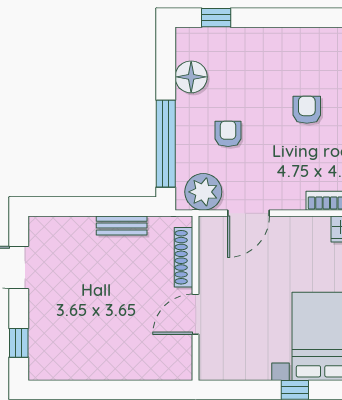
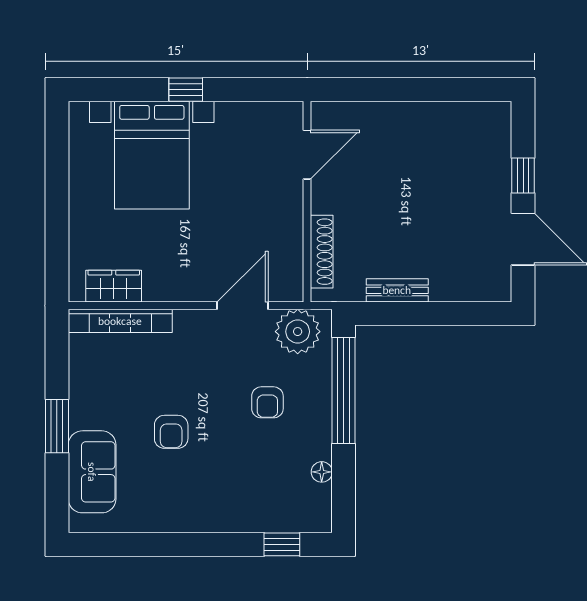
floor lamp: (191, 77) -> (322, 472), width x0.53, depth x0.53
door: (196, 314) -> (307, 155), moved
window: (19, 343) -> (523, 176), moved

